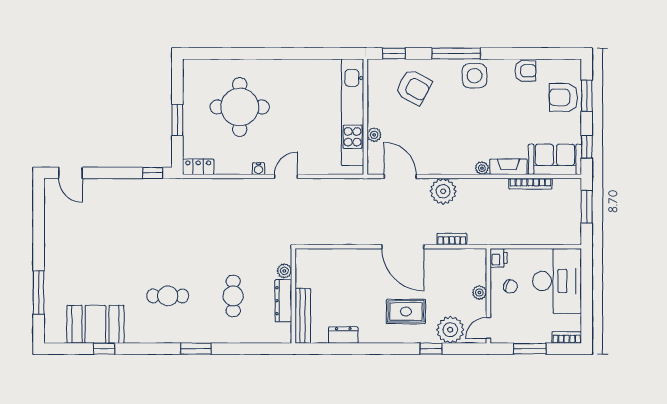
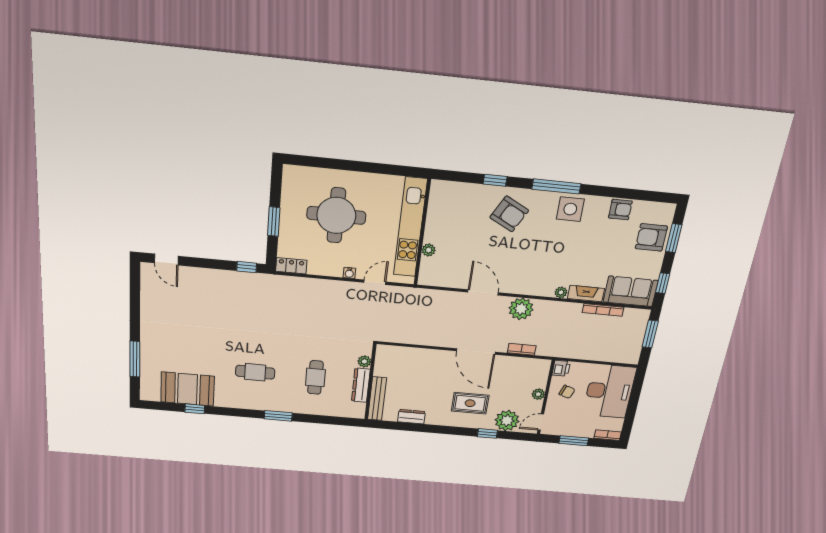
kitchen unit: (353, 112) -> (410, 228), moved
wall: (365, 117) -> (422, 233), moved
plant: (374, 135) -> (429, 250), moved

